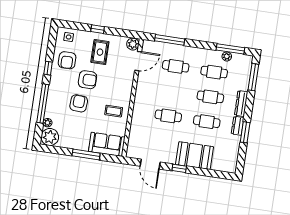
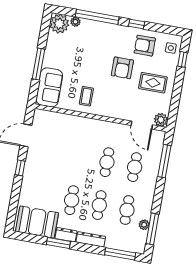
window: (98, 29) -> (183, 59), moved
armchair: (79, 103) -> (96, 57), removed
cafe table: (168, 116) -> (107, 162), moved
booth: (195, 156) -> (37, 222), moved, turned 90

